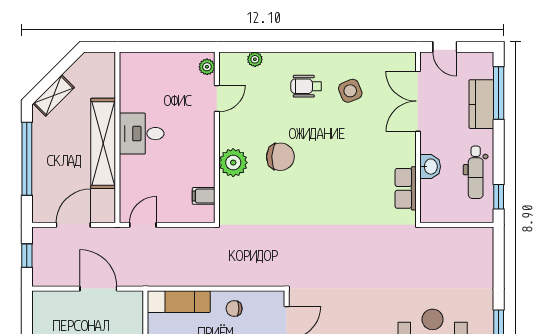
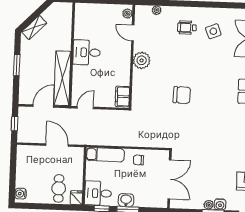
door: (217, 99) -> (133, 33), swing flipped
shelving: (103, 143) -> (62, 78), moved
chair: (280, 157) -> (182, 95), moved
window: (27, 159) -> (17, 65), width x0.47
plant: (233, 163) -> (142, 60), moved
filing cabinet: (204, 196) -> (122, 97), width x2.00

